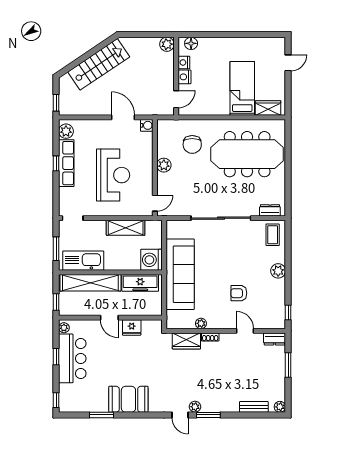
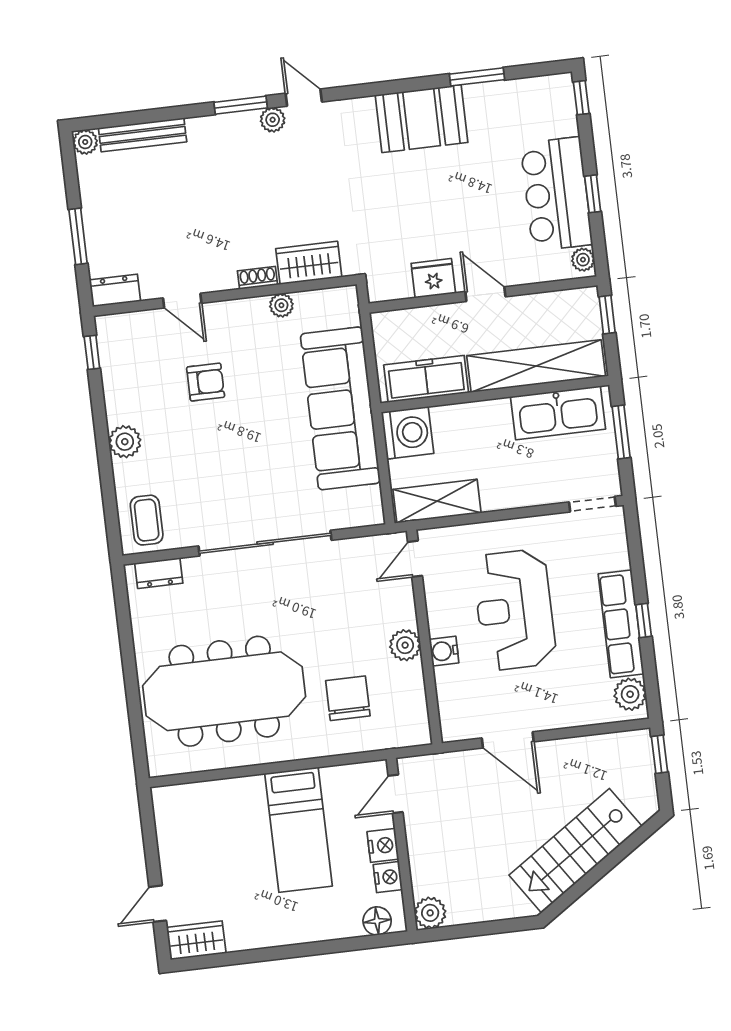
bed: (242, 88) -> (299, 830), moved
wardrobe: (268, 108) -> (196, 940), moved, turned 180
water cooler: (147, 125) -> (444, 651), moved
shelving: (126, 228) -> (437, 501), moved
bench: (254, 407) -> (143, 135), width x1.36

